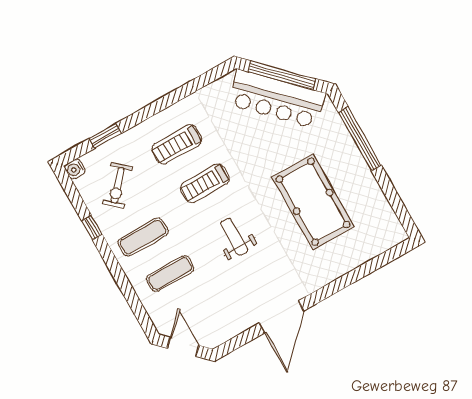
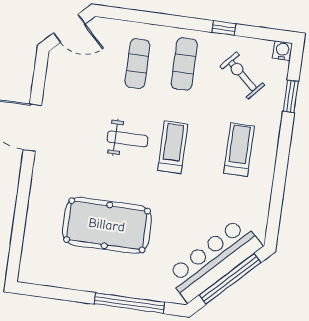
treadmill: (205, 183) -> (173, 147), moved

